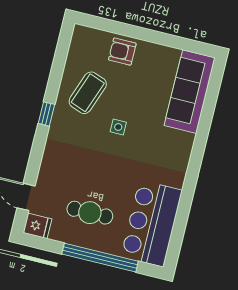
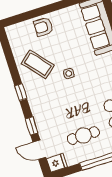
coffee table: (88, 93) -> (38, 64), turned -60
window: (34, 163) -> (32, 126), added

